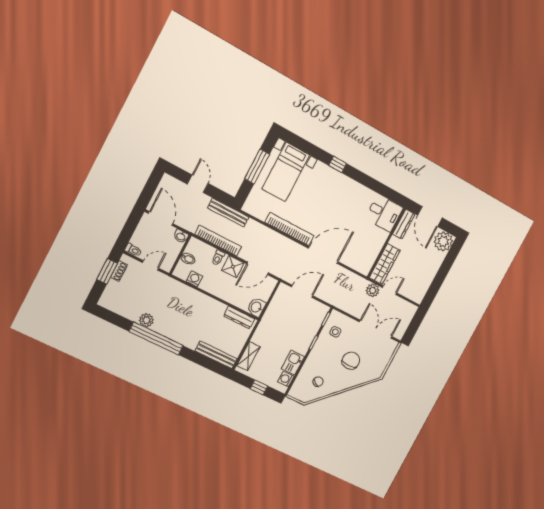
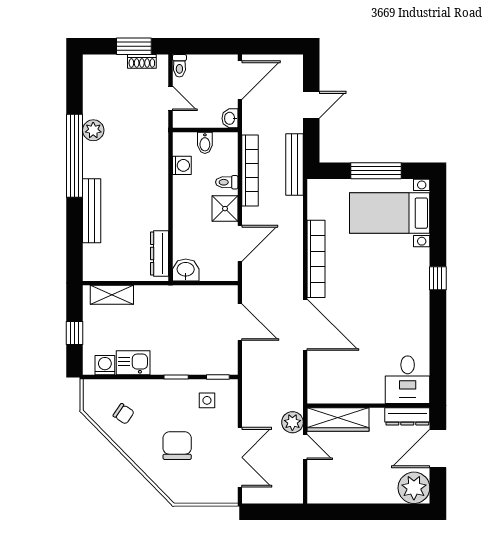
door: (258, 268) -> (240, 243), swing flipped
bench: (216, 355) -> (92, 211), moved
chair: (351, 361) -> (177, 446), turned -90

